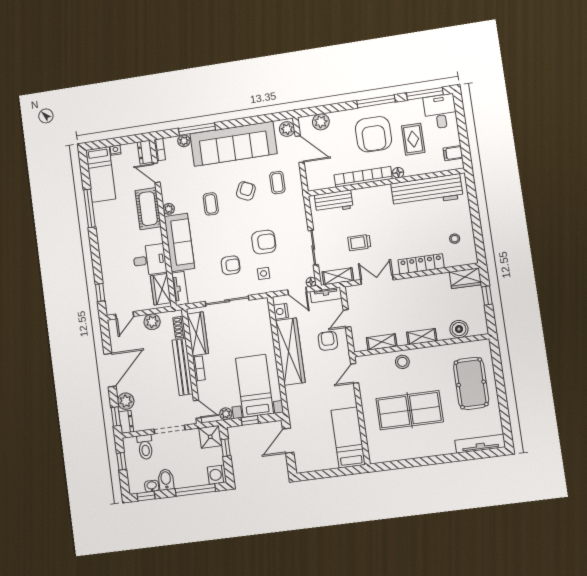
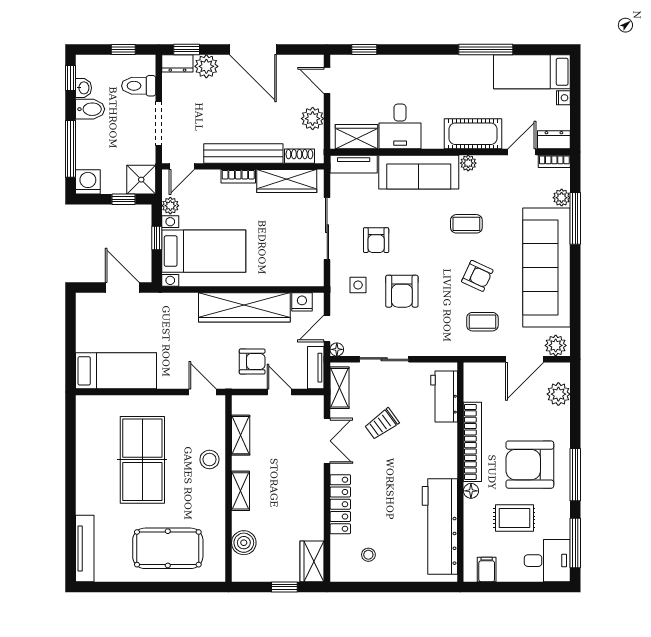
trolley: (359, 243) -> (382, 424), turned -126

